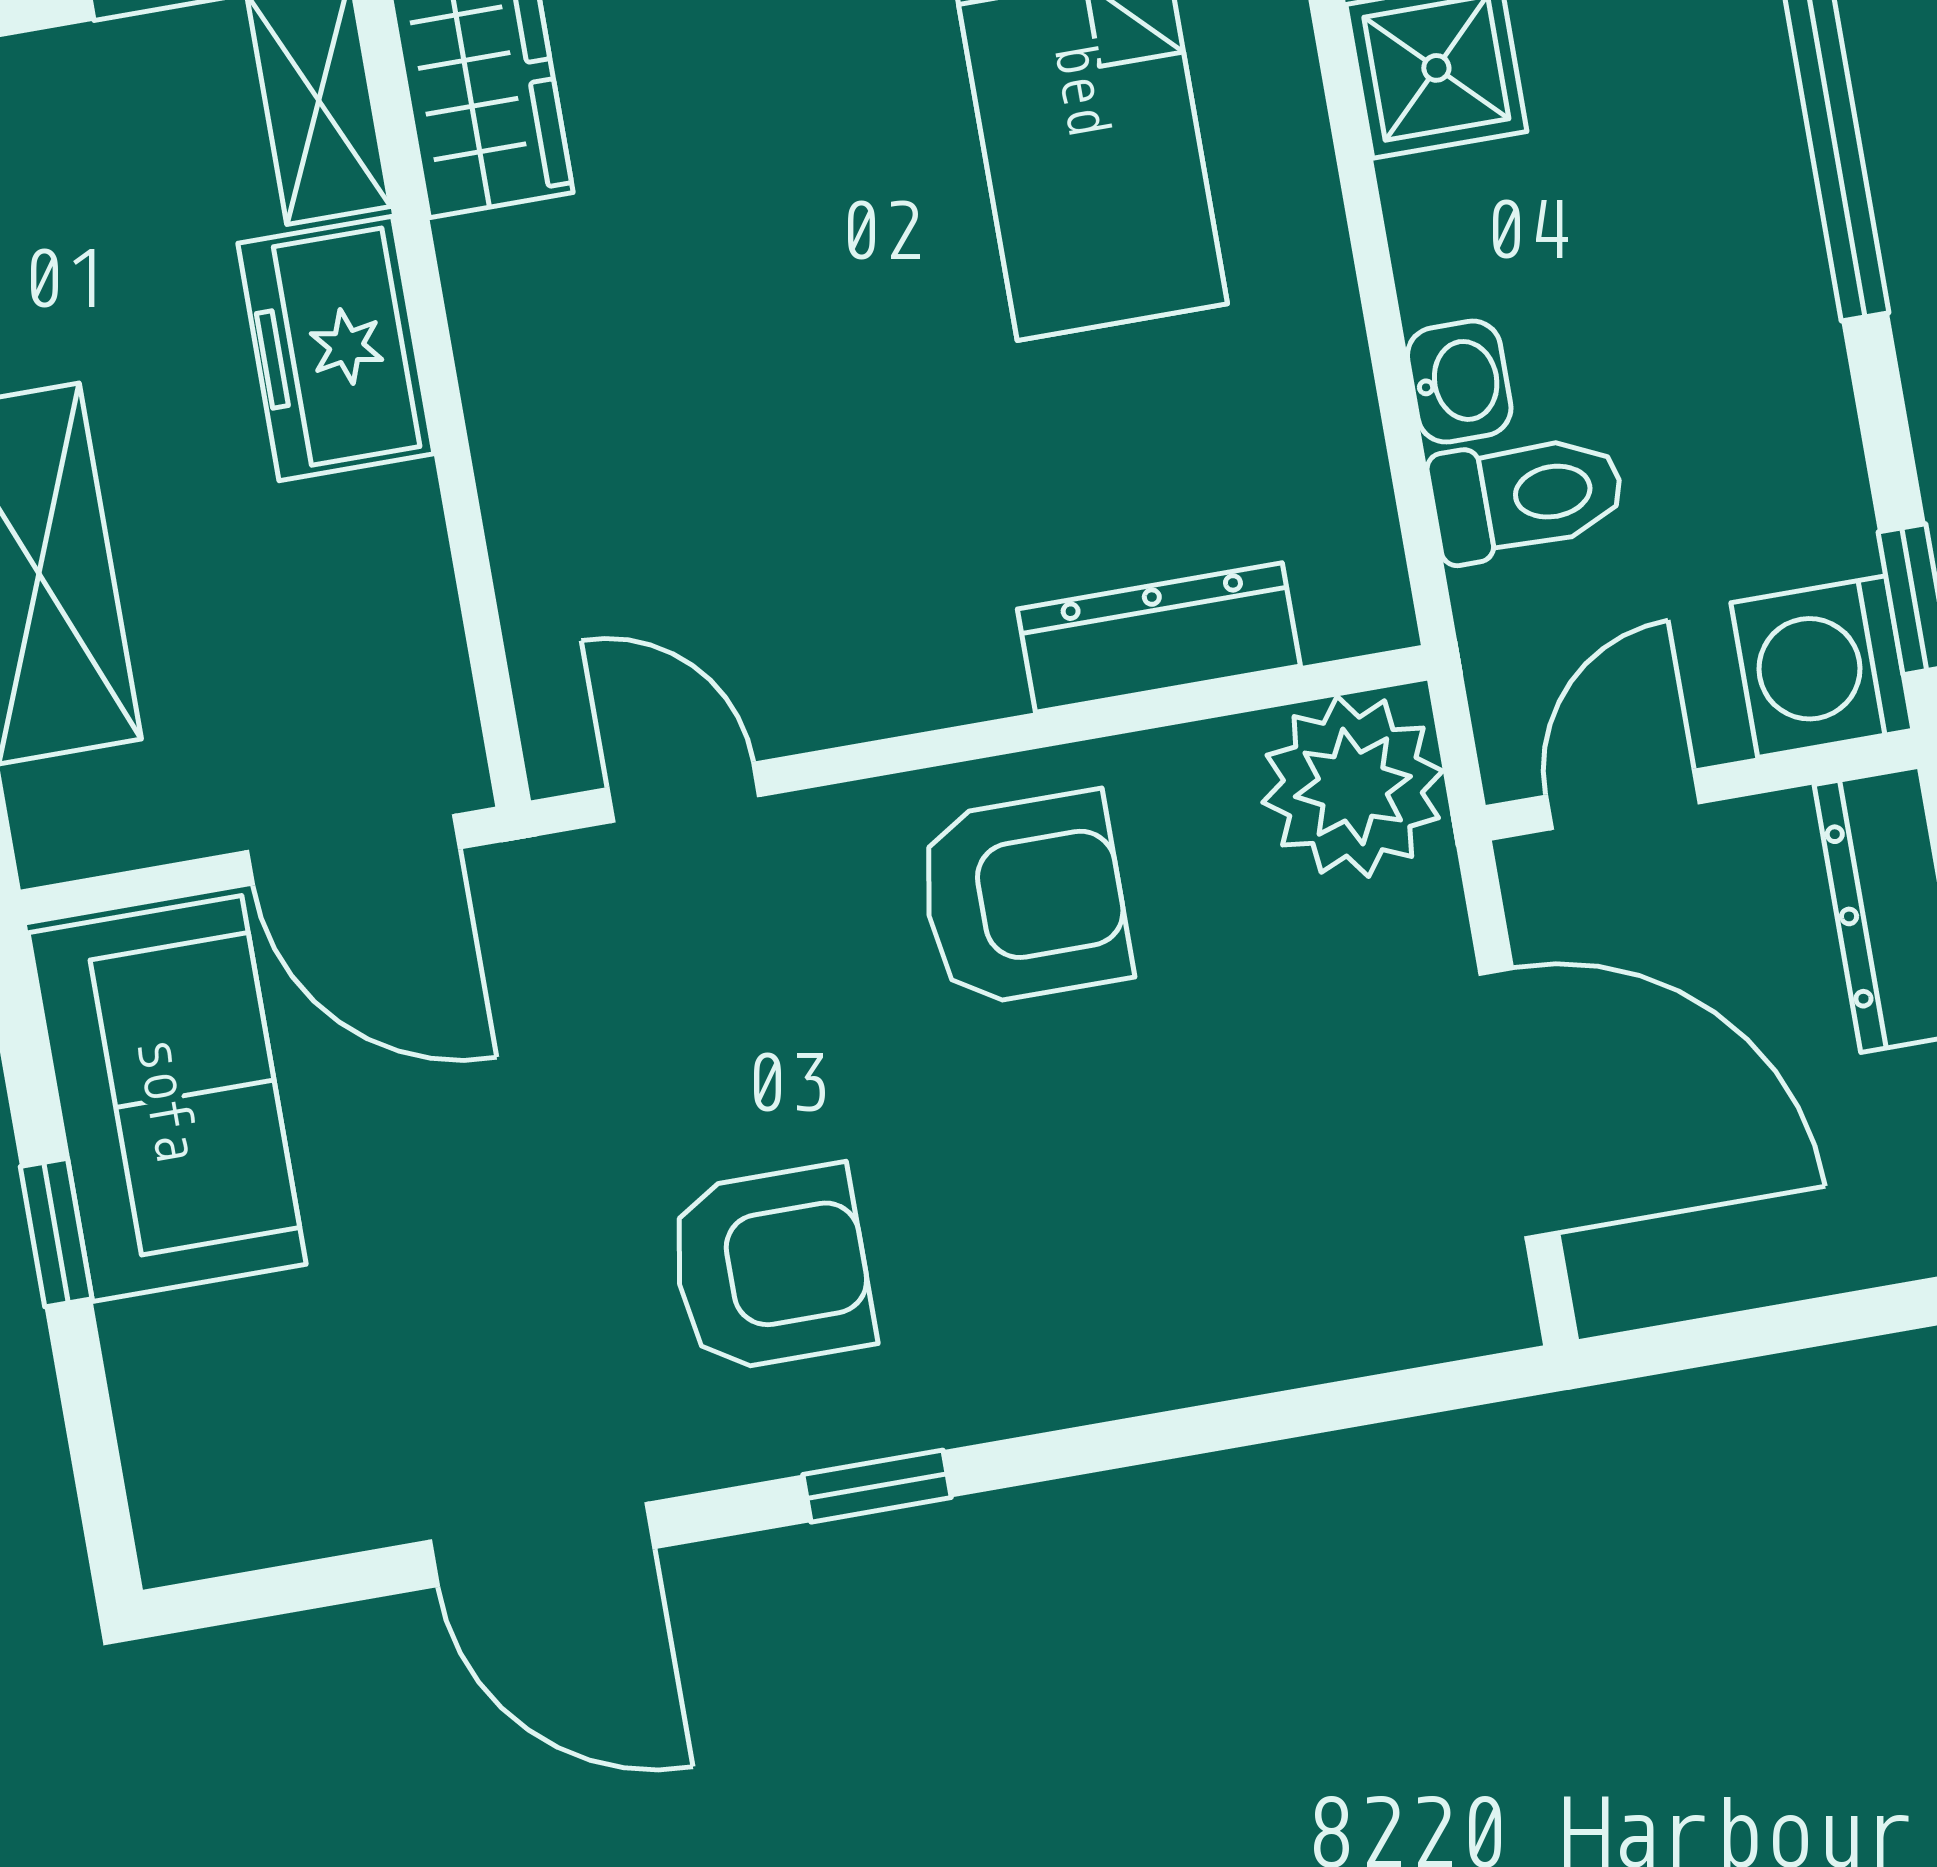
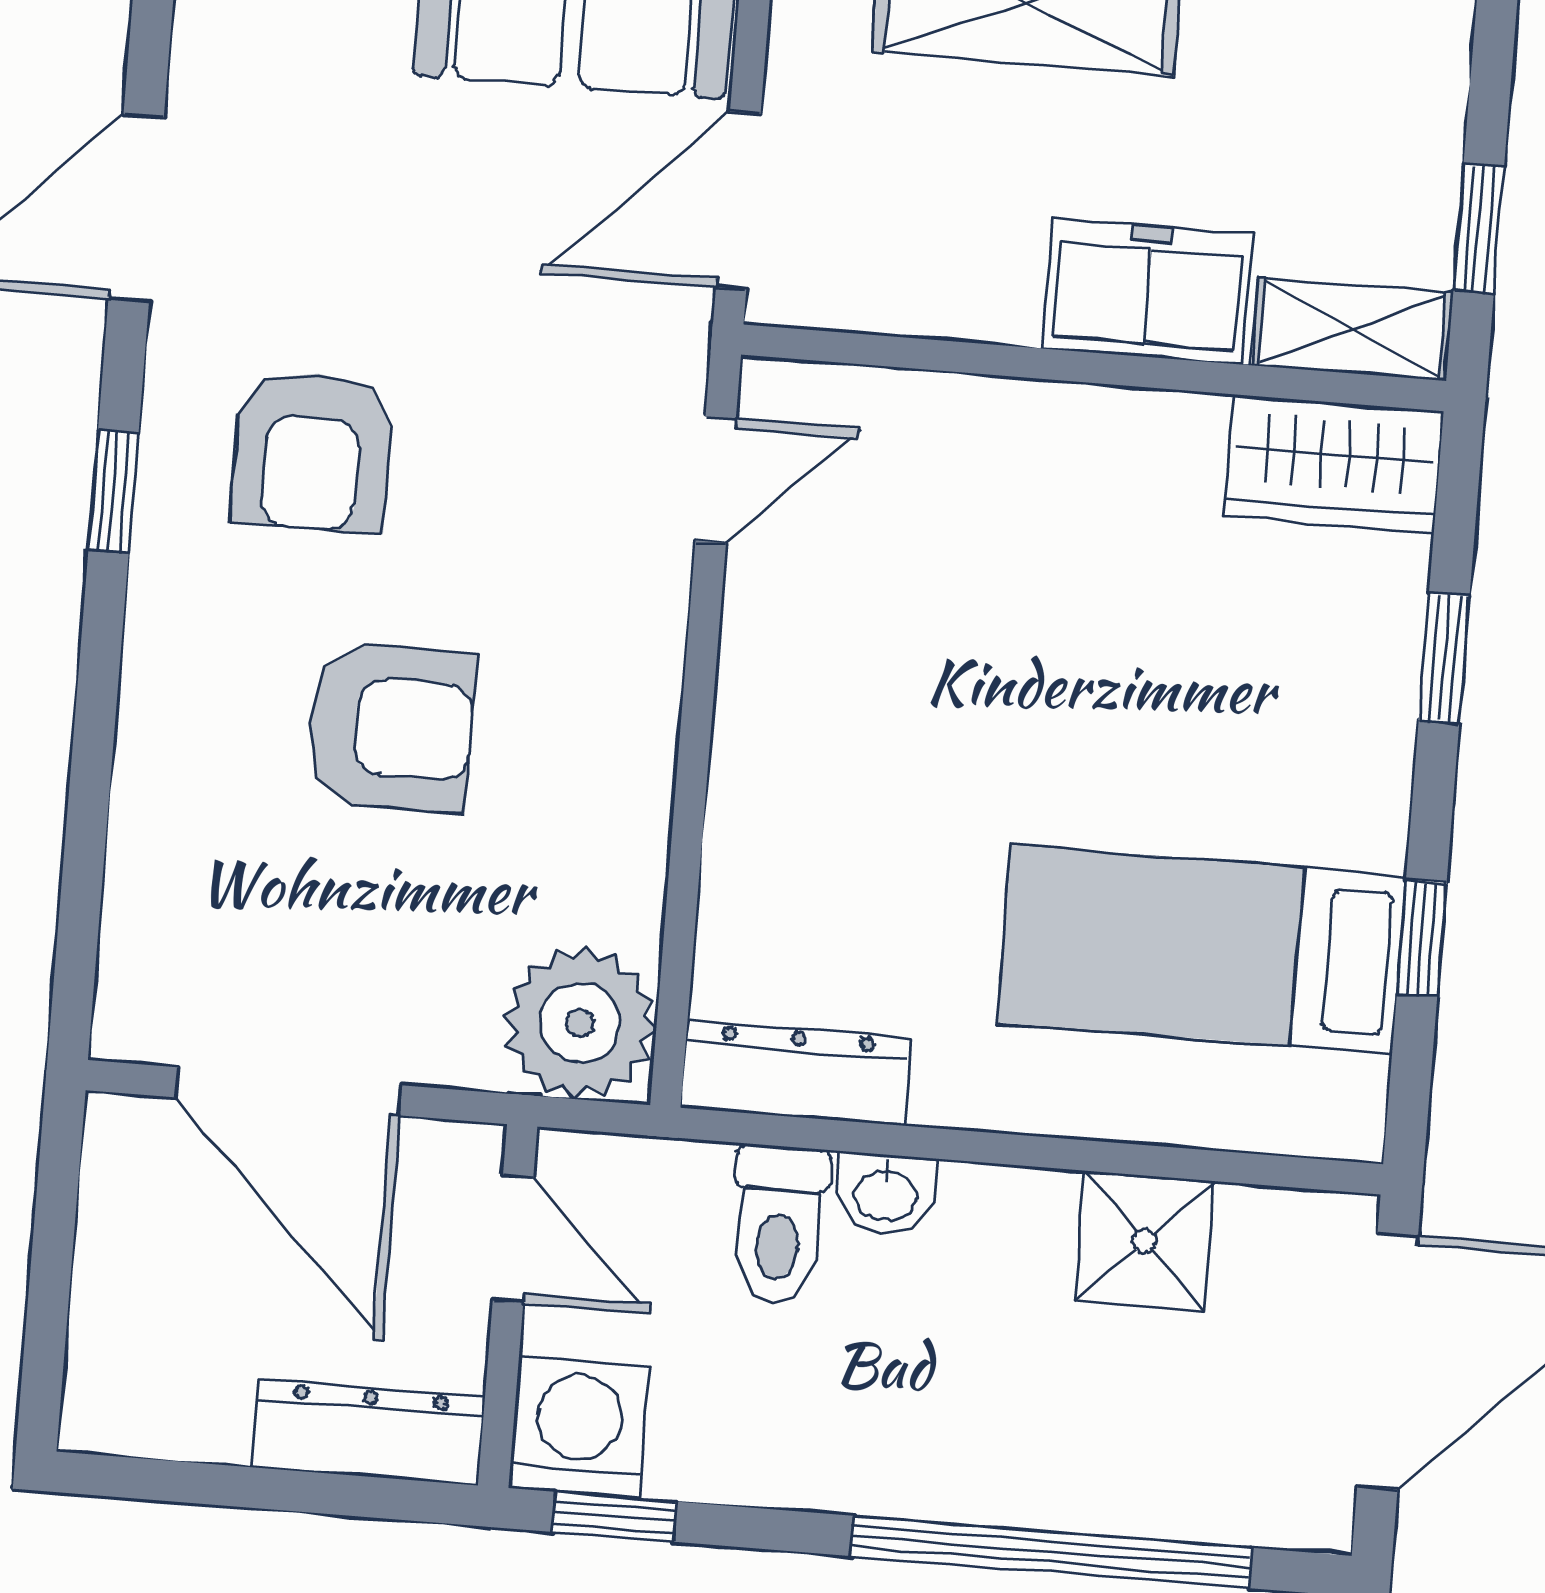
dresser: (1159, 637) -> (796, 1073), moved, turned -90
armchair: (1024, 899) -> (391, 728), moved, turned -90
door: (1519, 1103) -> (289, 1091), hinge flipped

